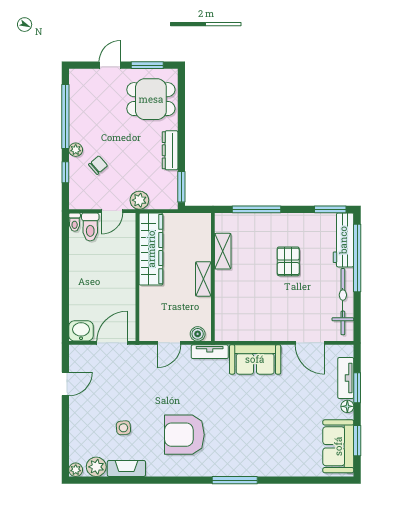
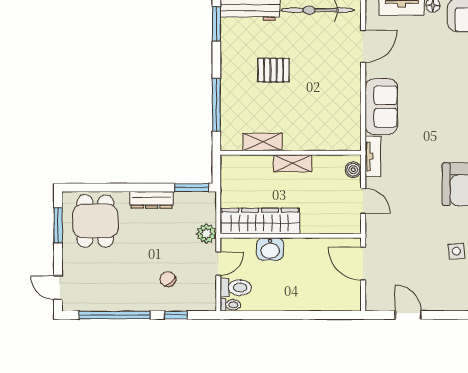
door: (110, 65) -> (58, 288), moved
plant: (76, 150) -> (151, 304), removed
door: (112, 211) -> (218, 264), hinge flipped
washbasin: (81, 331) -> (270, 249), moved, turned -90

